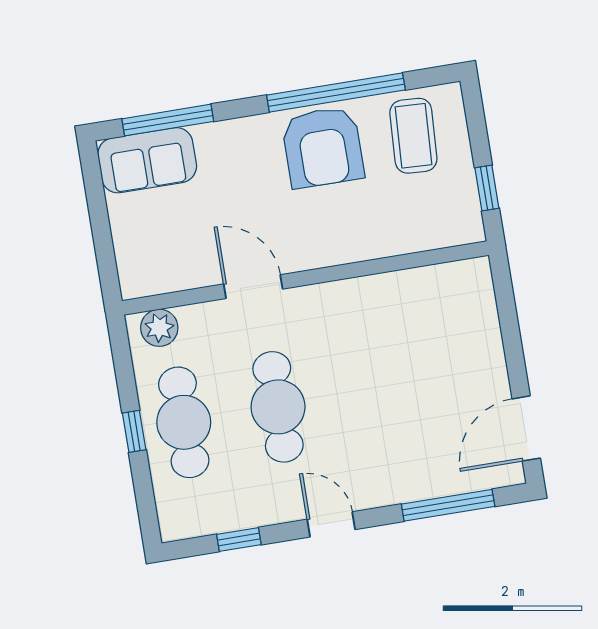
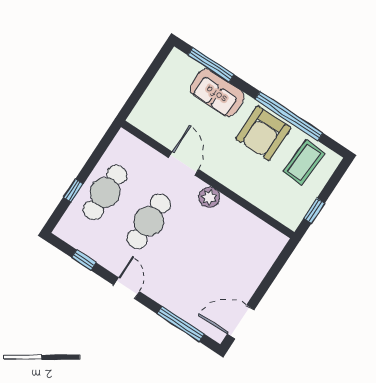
sofa: (147, 160) -> (217, 93), moved
plant: (159, 328) -> (209, 197), moved
window: (134, 431) -> (73, 191), moved

